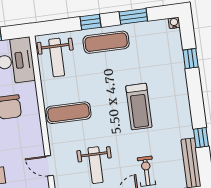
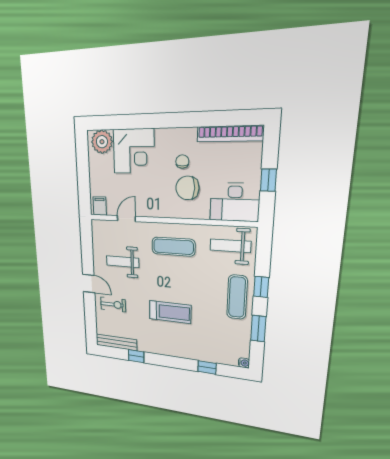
treadmill: (139, 107) -> (170, 312), turned 180
exercise mat: (69, 113) -> (173, 247), turned 90

